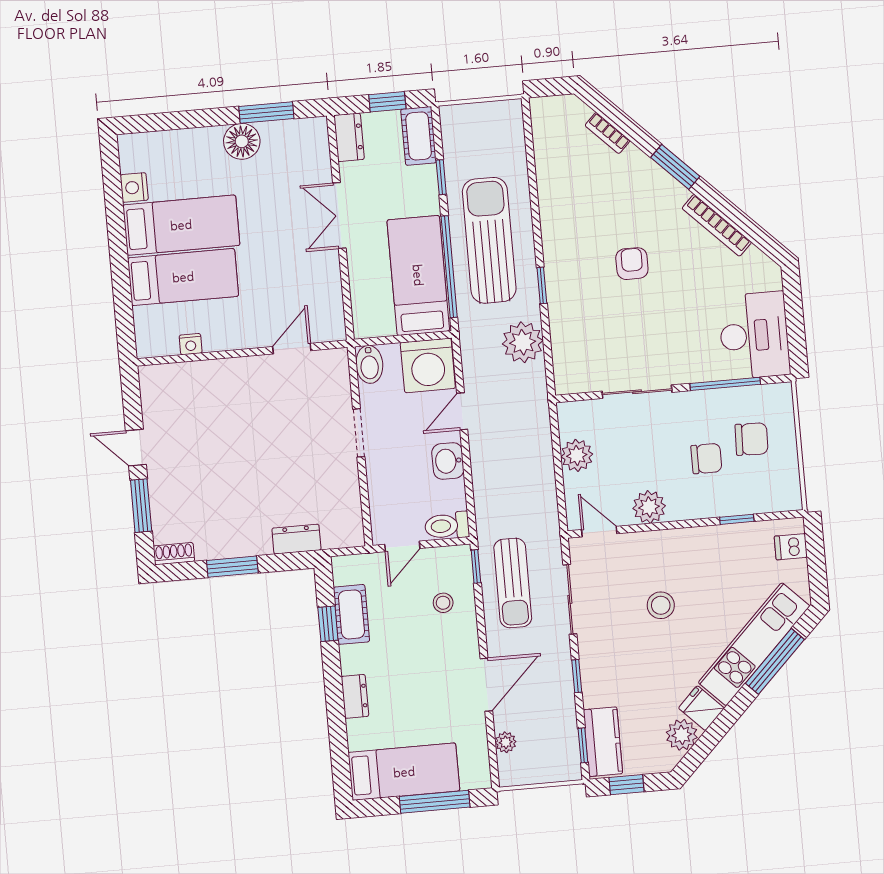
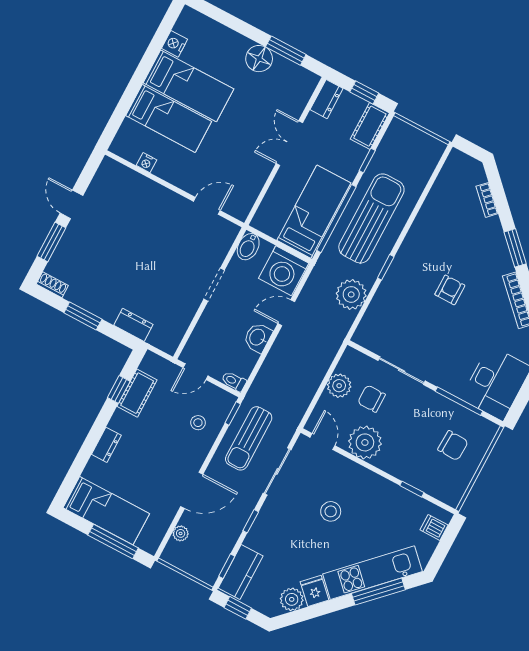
chair: (706, 459) -> (372, 399), moved, turned 180
plant: (649, 507) -> (365, 442), width x1.36, depth x1.36
toilet: (447, 526) -> (234, 381), width x0.73, depth x0.72

